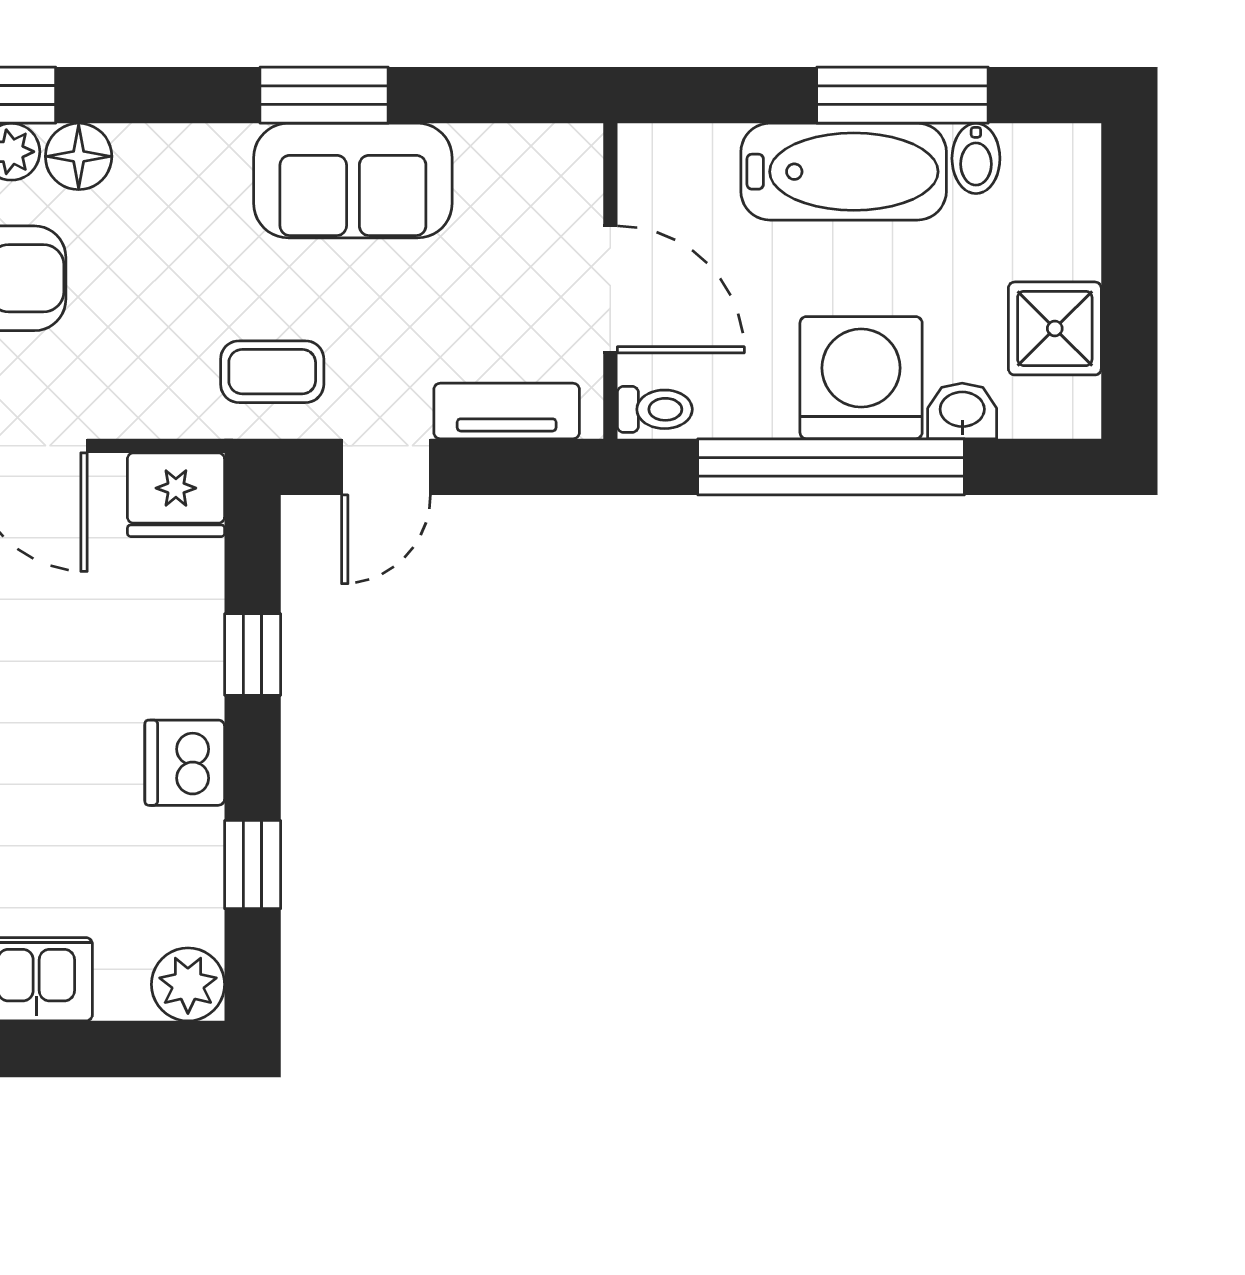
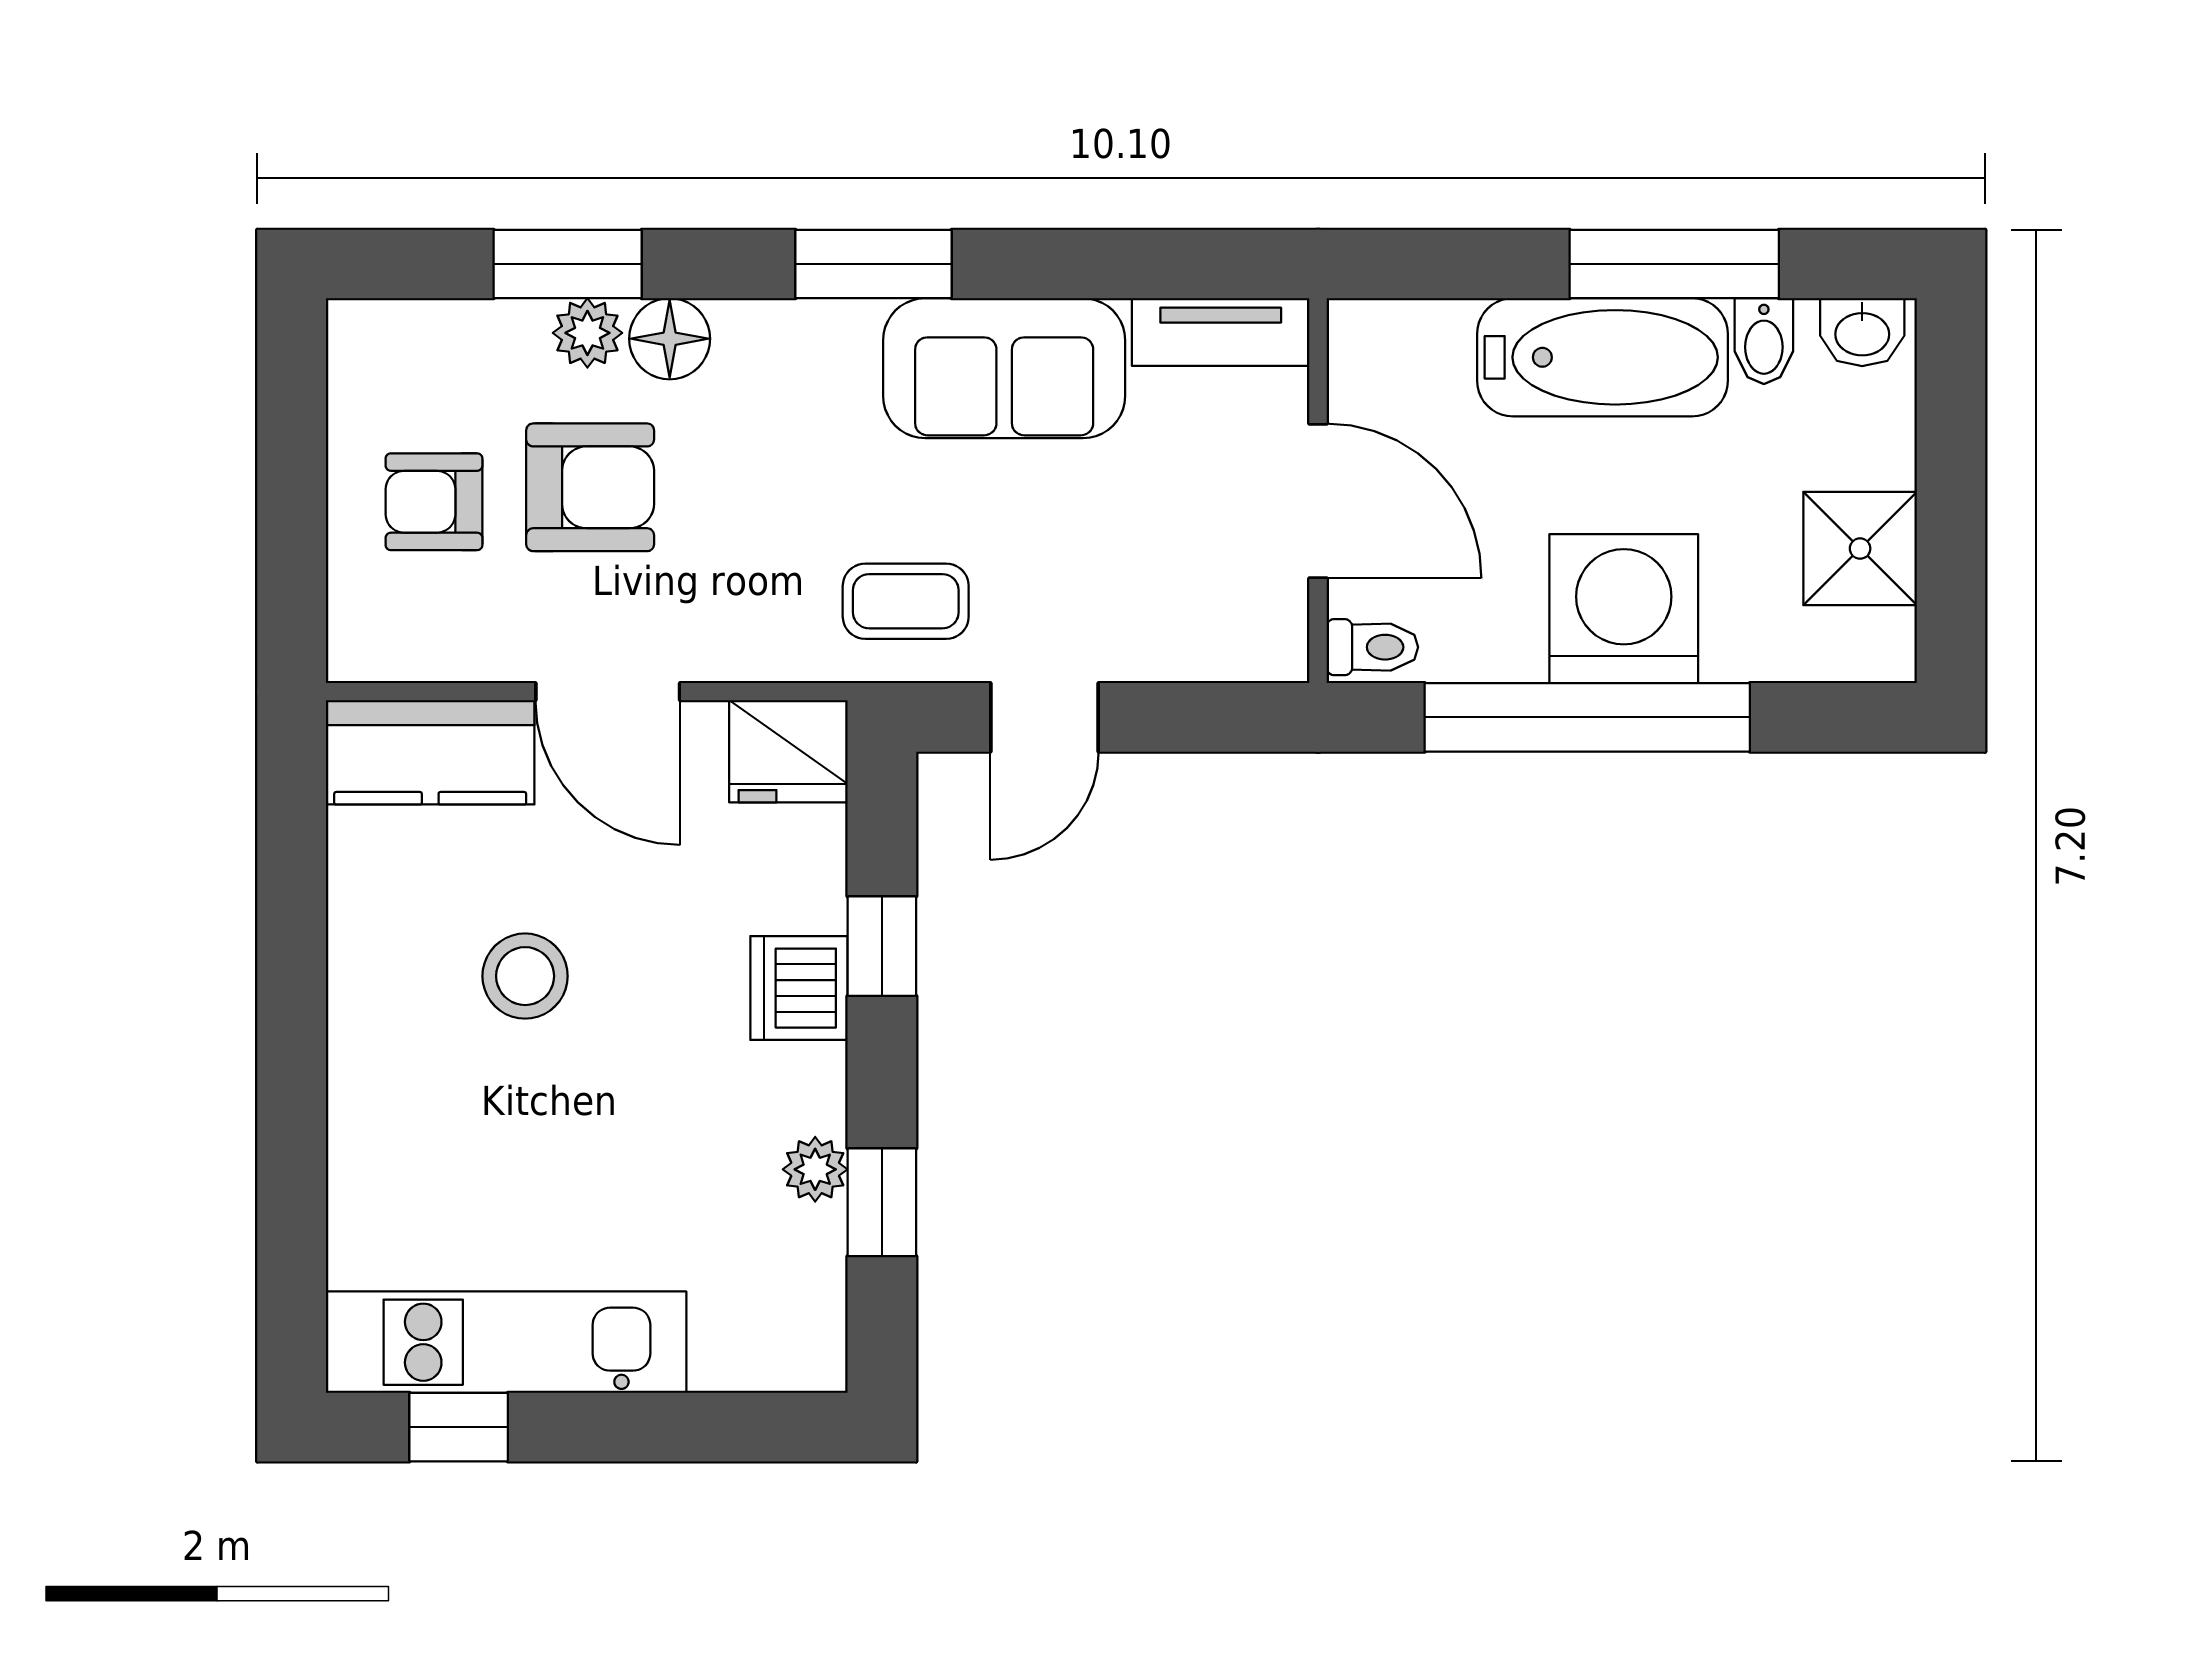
window: (324, 95) -> (873, 264), moved
tv unit: (507, 411) -> (1221, 332), moved, turned 180
washbasin: (962, 411) -> (1862, 332), moved, turned 180
dishwasher: (185, 763) -> (799, 988), moved
plant: (188, 984) -> (815, 1169), moved, width x0.73, depth x0.73

